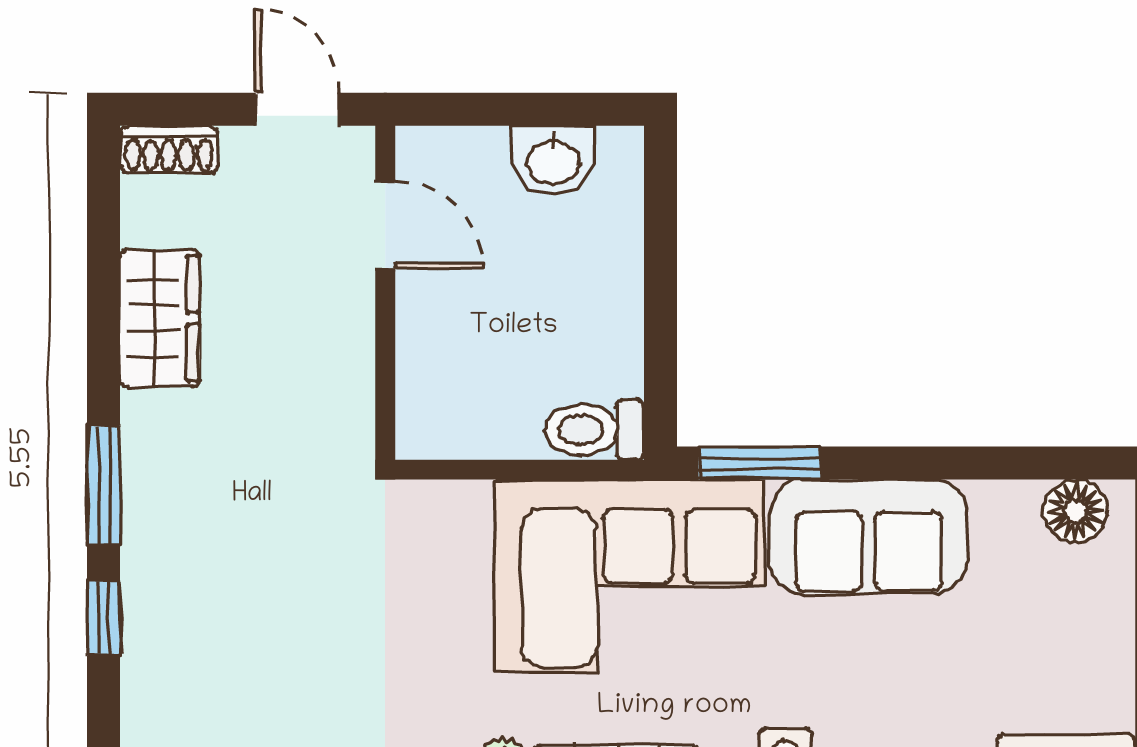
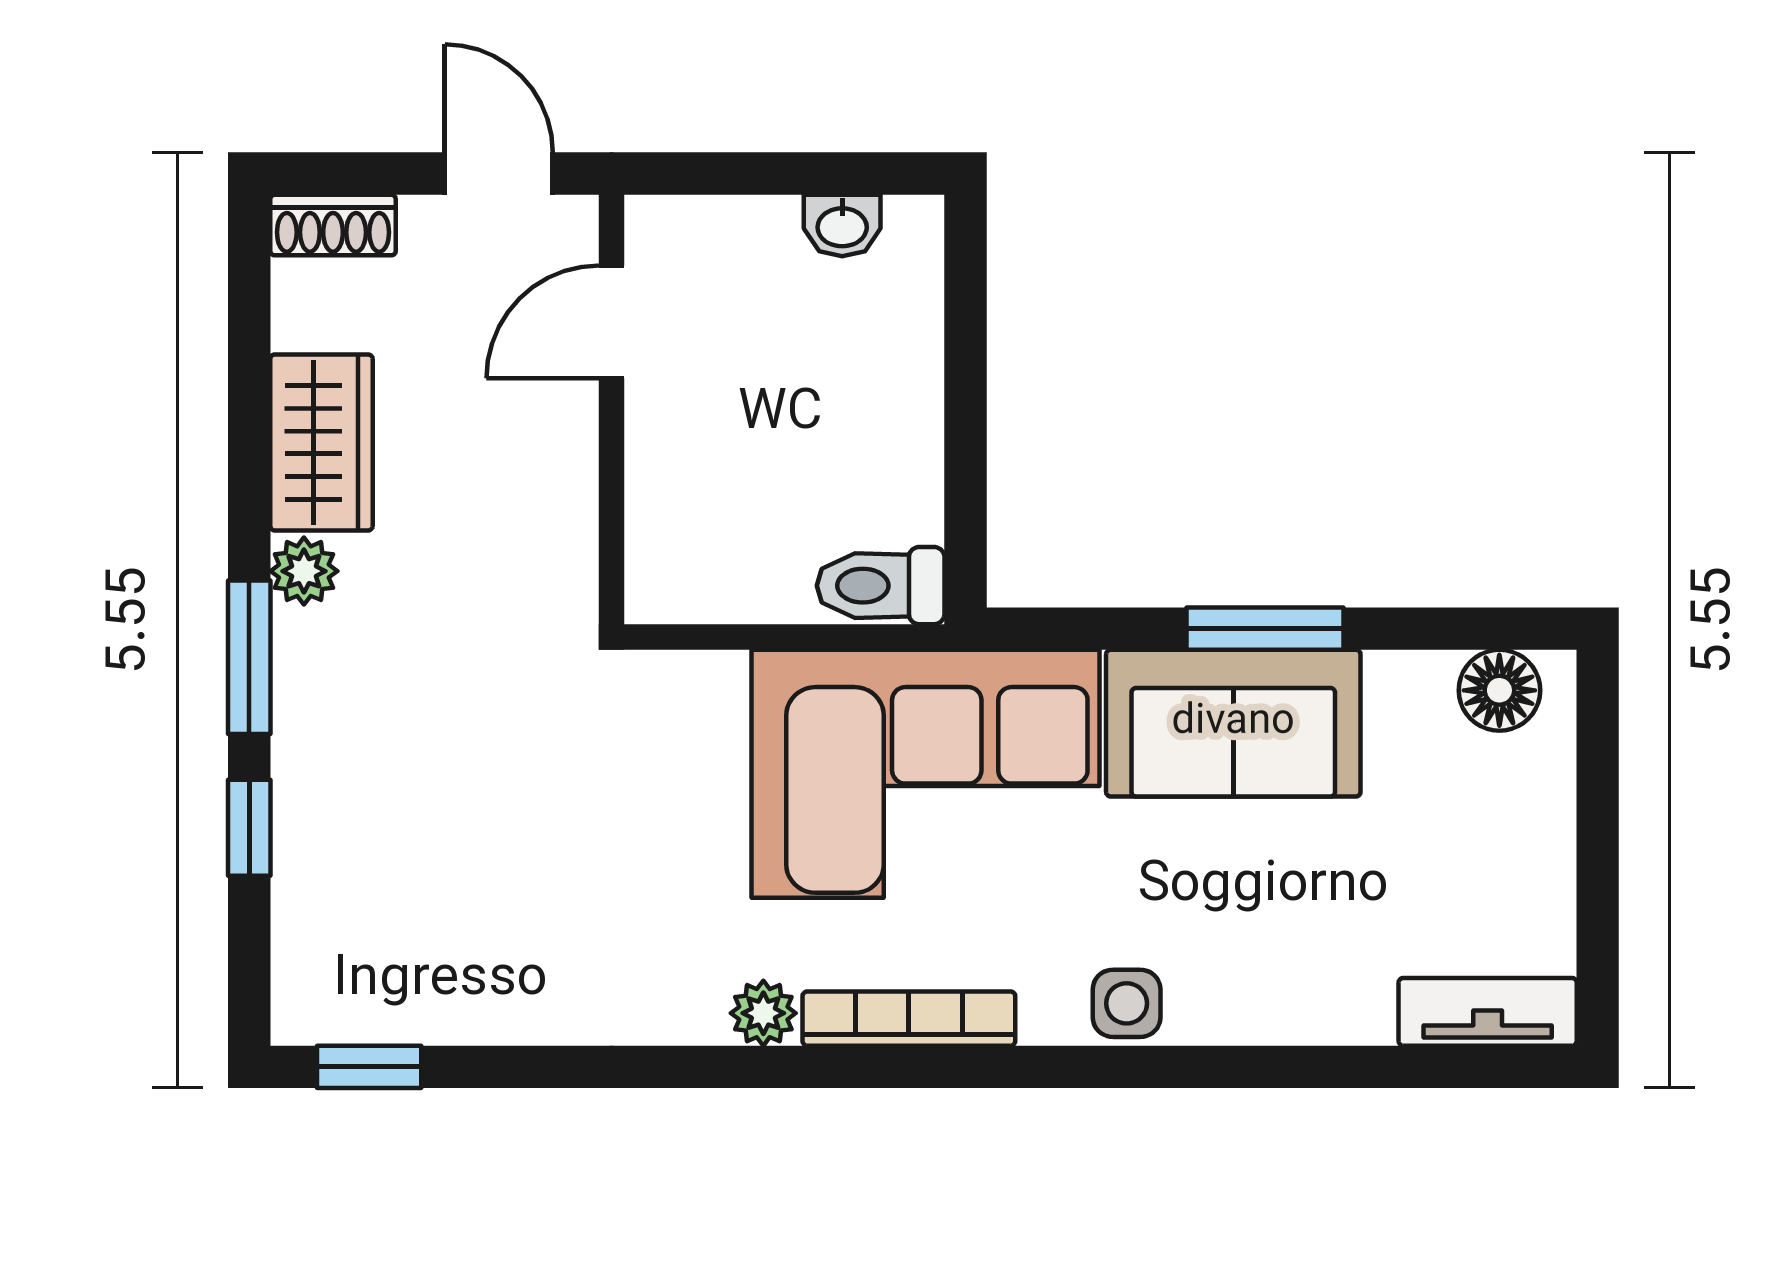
washbasin: (553, 160) -> (842, 225), width x0.72, depth x0.69
door: (385, 225) -> (612, 322), swing flipped
plant: (146, 418) -> (304, 571), added
window: (760, 463) -> (1265, 629), moved

